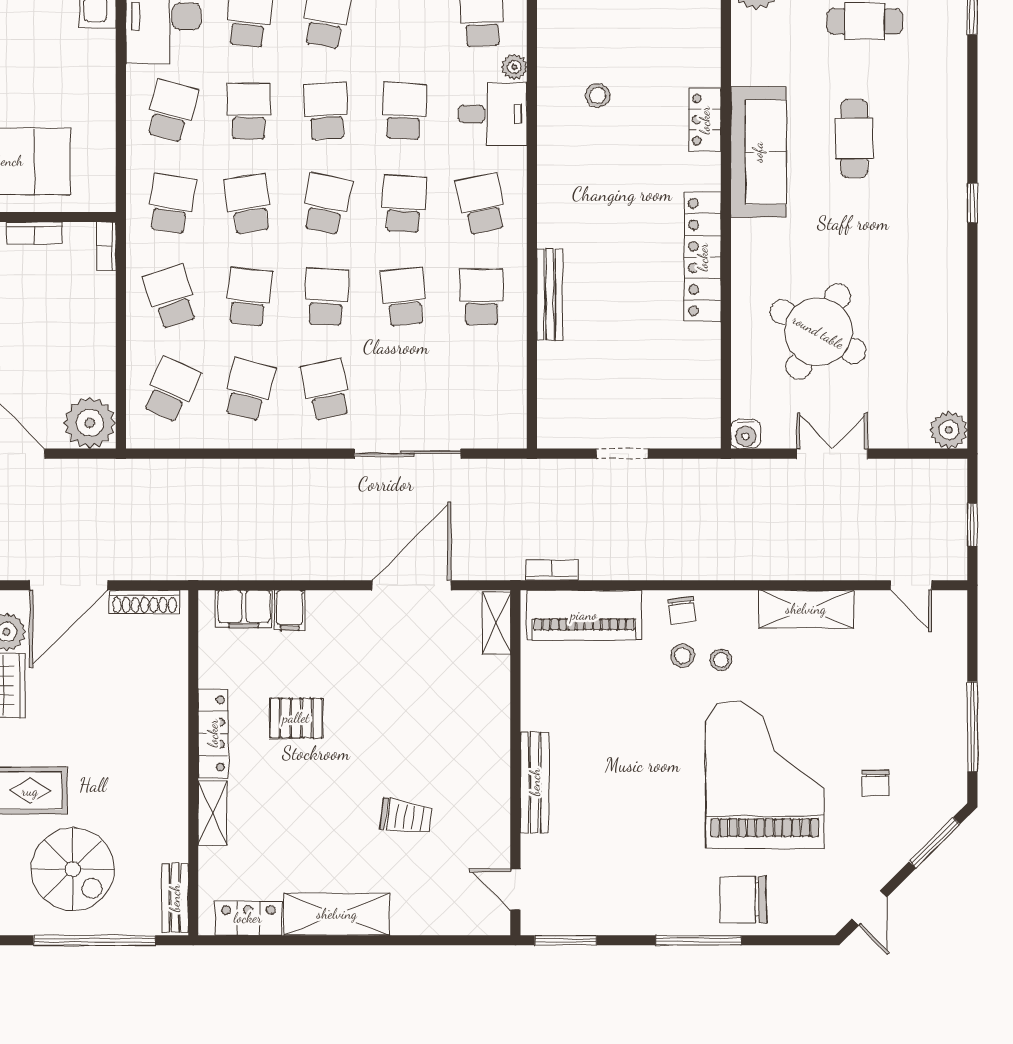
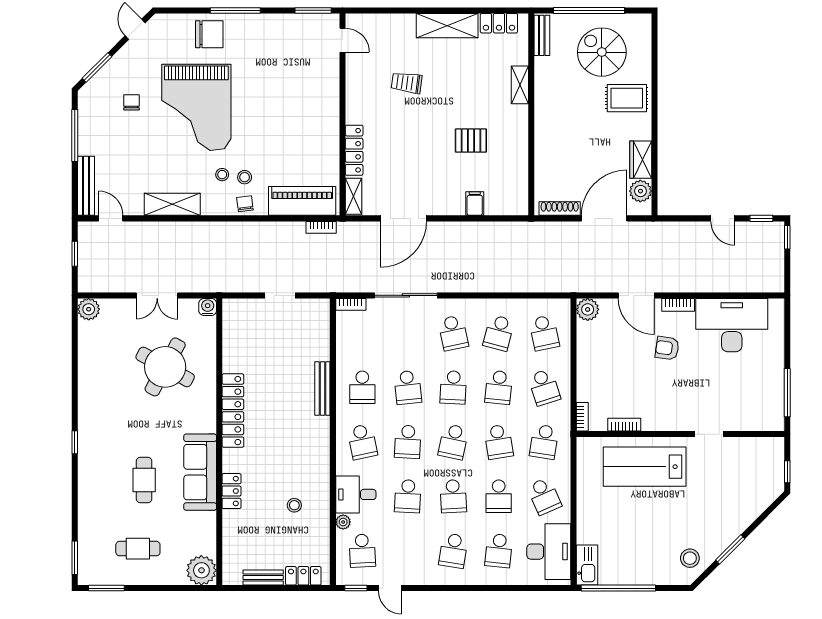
school desk: (171, 111) -> (544, 496), turned -39
school desk: (171, 390) -> (544, 333), turned -36
plant: (90, 423) -> (588, 309), width x0.73, depth x0.73
bookcase: (501, 438) -> (351, 304), added
filing cabinet: (244, 609) -> (502, 205), removed
locker: (213, 733) -> (354, 150), moved, turned 180
bench: (535, 782) -> (86, 186), moved

